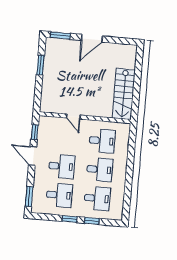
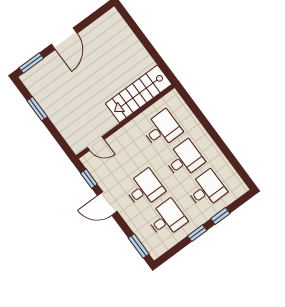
stairs: (124, 94) -> (139, 94), moved, turned 90
door: (73, 117) -> (96, 143), moved

